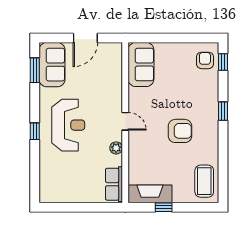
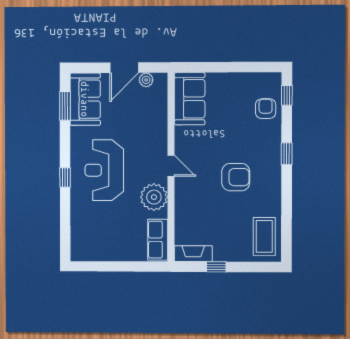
plant: (104, 48) -> (146, 80), added
armchair: (205, 60) -> (266, 109), moved
reception desk: (68, 125) -> (104, 170), turned 180
plant: (116, 148) -> (154, 197), width x1.88, depth x1.88
fireplace: (150, 194) -> (193, 254), width x0.73, depth x0.76

